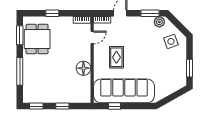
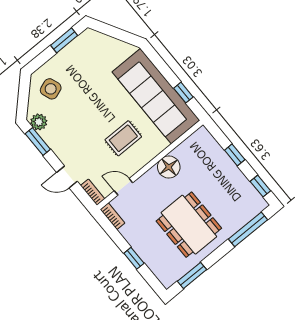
dining table: (37, 39) -> (189, 225), moved, width x1.38
window: (20, 71) -> (248, 229), moved

